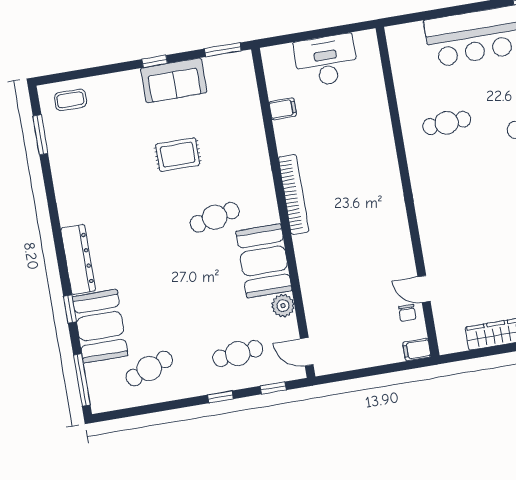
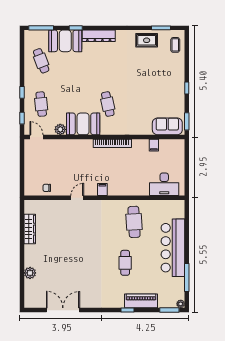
desk: (326, 61) -> (164, 184), moved, turned 90
sofa: (174, 80) -> (167, 126), moved, turned 90
cafe table: (447, 123) -> (134, 222), width x1.37, depth x1.35
rug: (178, 155) -> (147, 40), moved, turned 90
door: (424, 289) -> (77, 198), moved
filing cabinet: (417, 350) -> (102, 190), moved
door: (307, 352) -> (36, 137), hinge flipped

